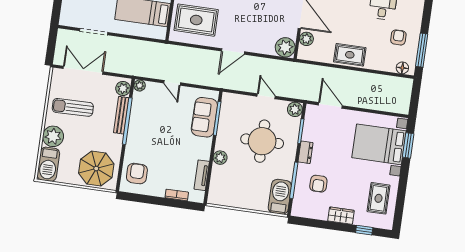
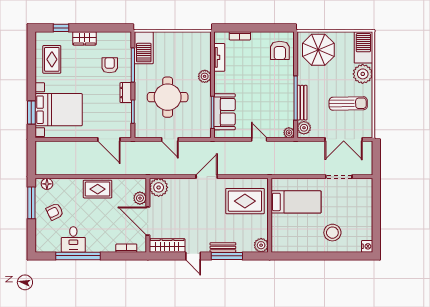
armchair: (398, 37) -> (55, 212), turned 64
plant: (295, 109) -> (141, 131), removed

